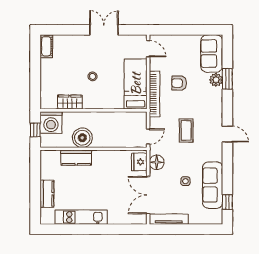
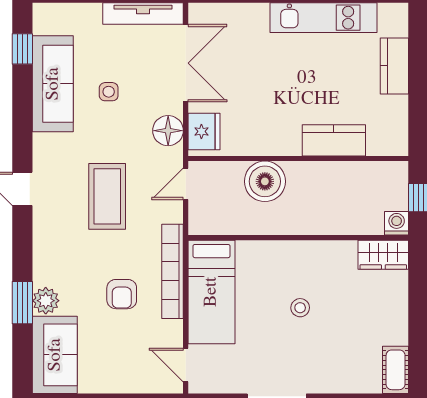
armchair: (179, 83) -> (122, 294), turned 90
wardrobe: (70, 102) -> (383, 255), moved
washing machine: (51, 122) -> (397, 223), width x0.53, depth x0.53
coffee table: (186, 130) -> (107, 196), width x1.36, depth x1.32
boiler: (82, 138) -> (265, 181), moved

